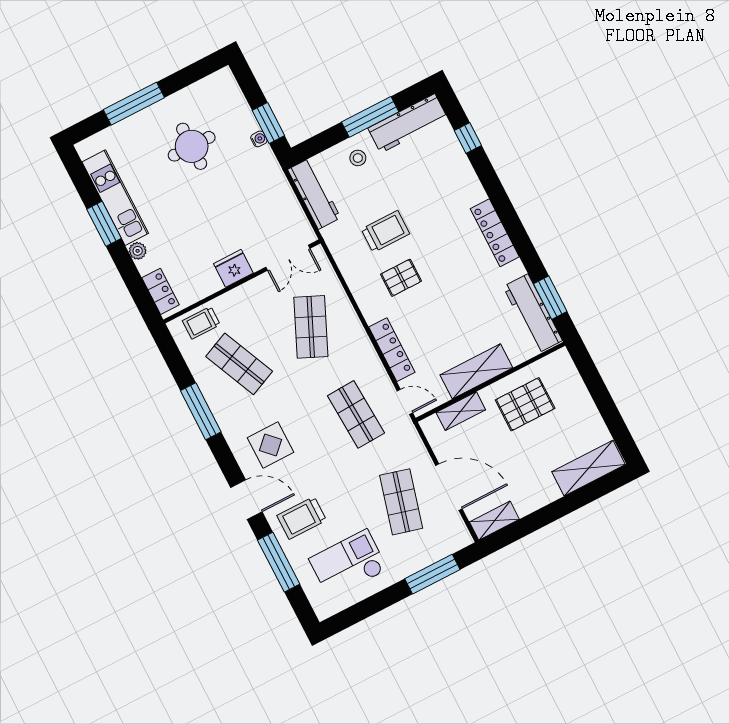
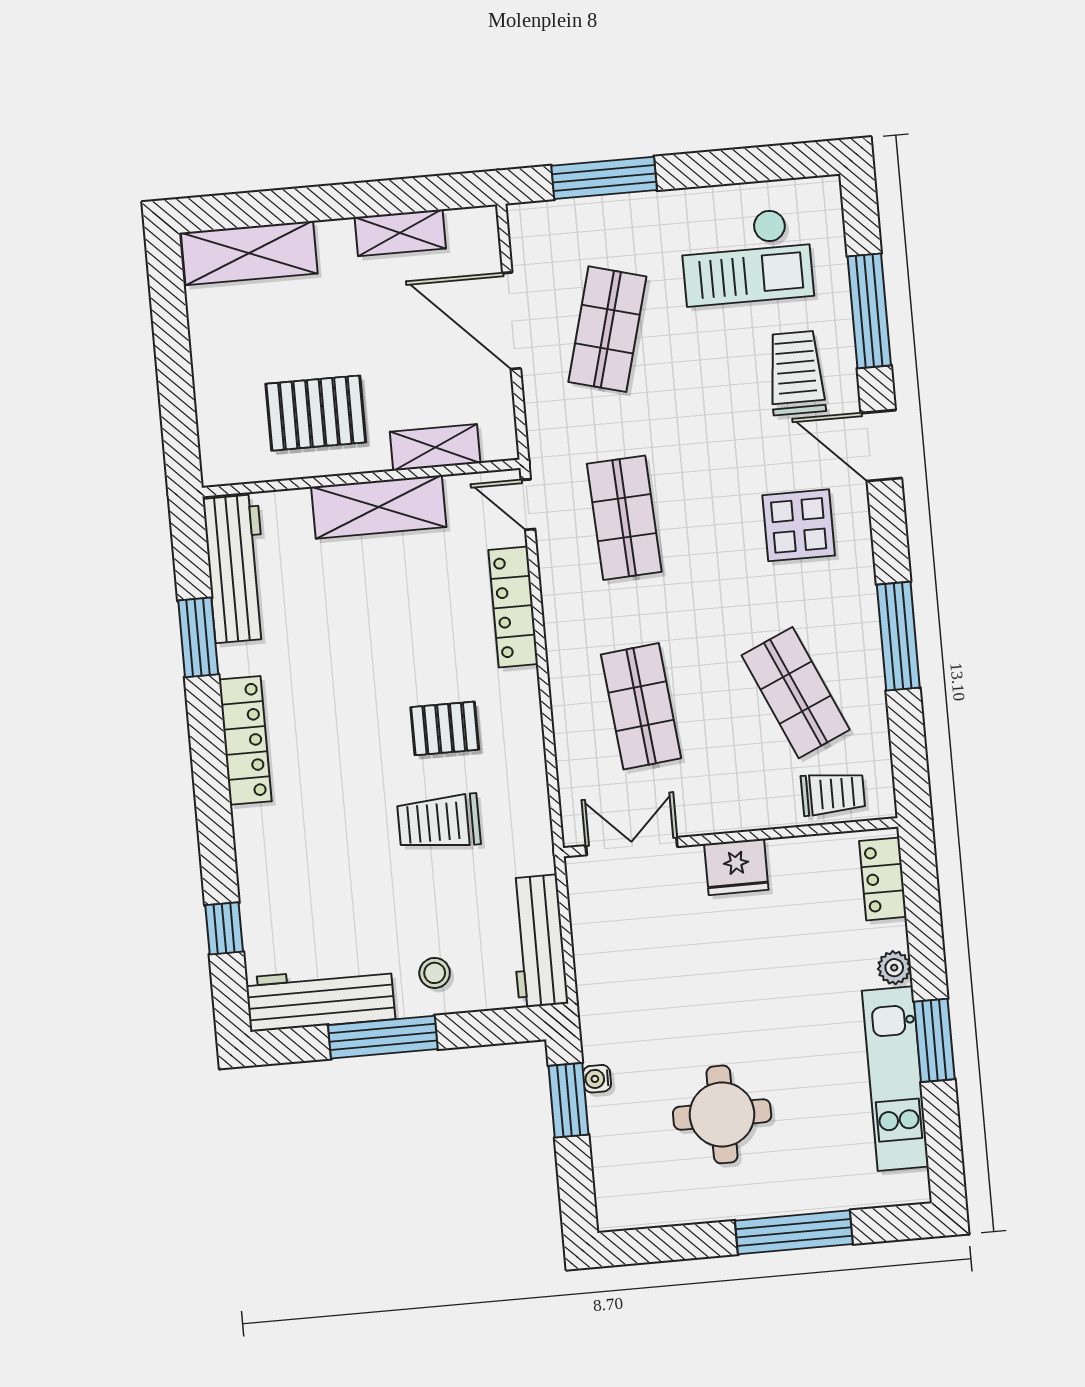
window: (550, 298) -> (198, 637), moved
shop shelf: (311, 327) -> (641, 706), turned -30
trolley: (302, 518) -> (796, 373), turned -90
shelving: (494, 521) -> (400, 233), moved

